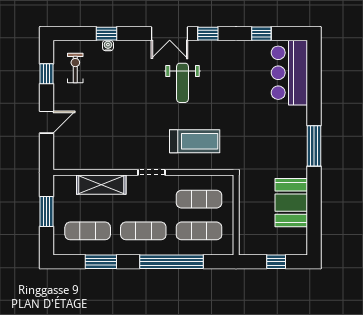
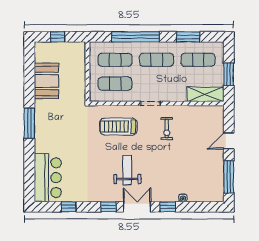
window: (106, 34) -> (168, 207), moved
exercise bike: (75, 68) -> (167, 129), moved
window: (47, 74) -> (229, 177), width x2.17
shelving: (101, 185) -> (205, 94), moved

